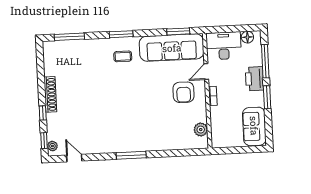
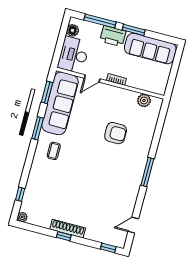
window: (121, 34) -> (38, 128), moved
window: (69, 37) -> (20, 194), width x0.46
door: (206, 71) -> (92, 78), hinge flipped
armchair: (184, 92) -> (116, 133), moved
window: (43, 113) -> (64, 236), moved
sofa: (254, 126) -> (150, 49), width x1.36
plant: (52, 146) -> (22, 217), moved

